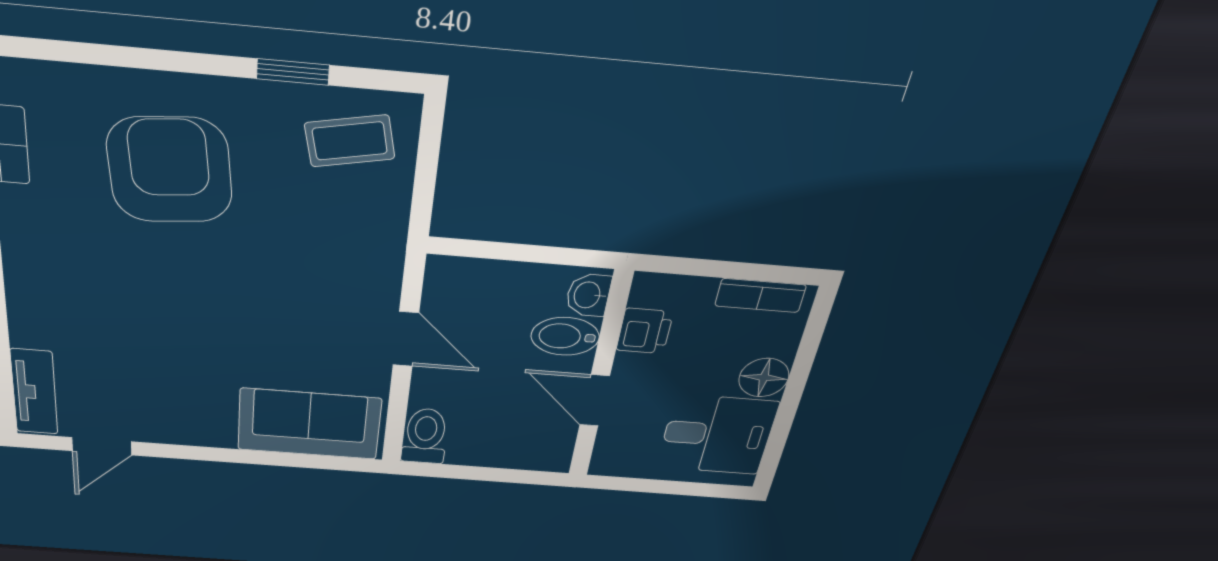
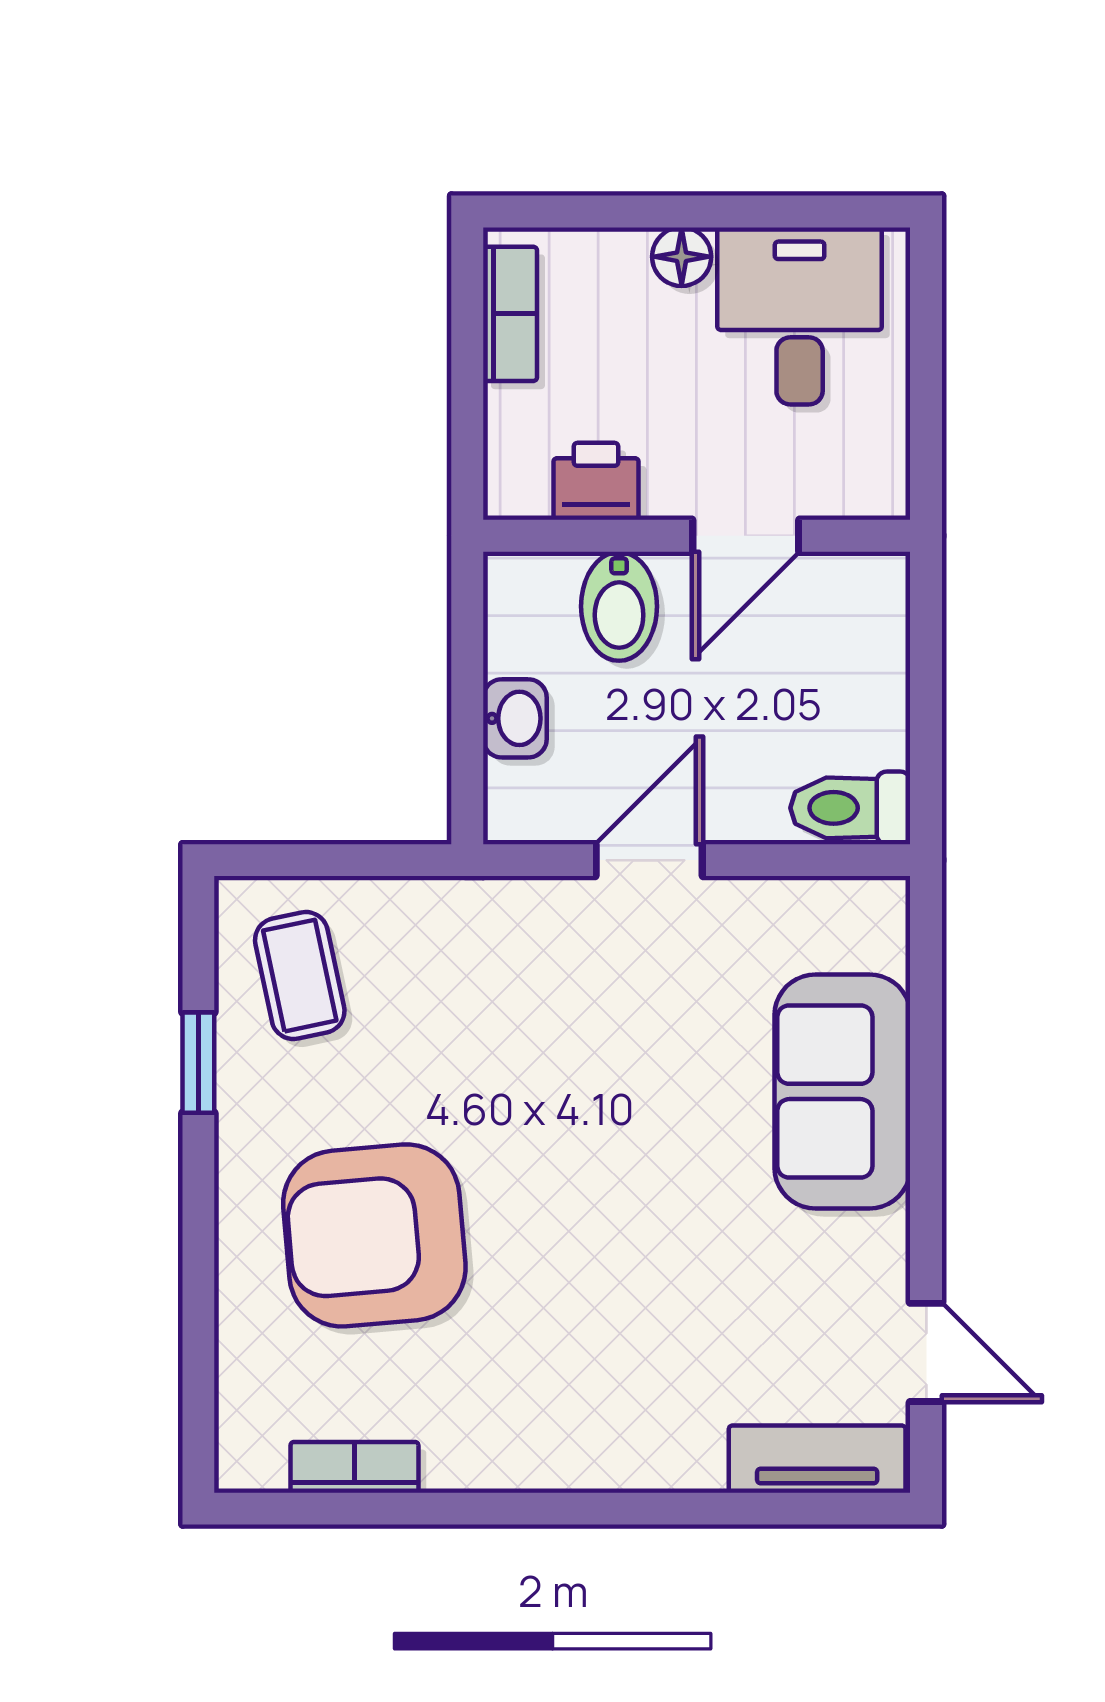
washbasin: (588, 295) -> (515, 718), moved, turned -90
floor lamp: (764, 378) -> (682, 257), width x0.73, depth x0.73
sofa: (309, 424) -> (842, 1091), moved

